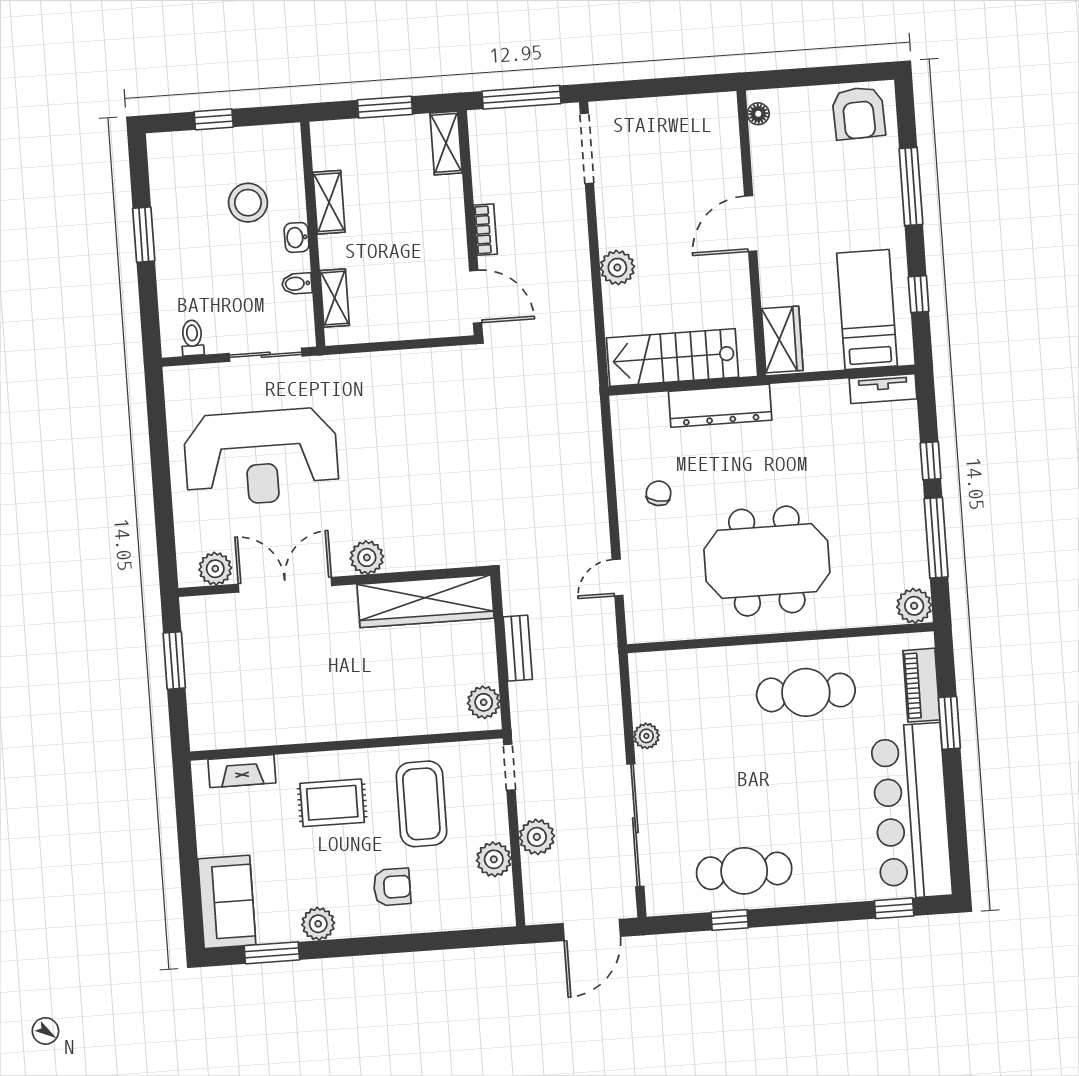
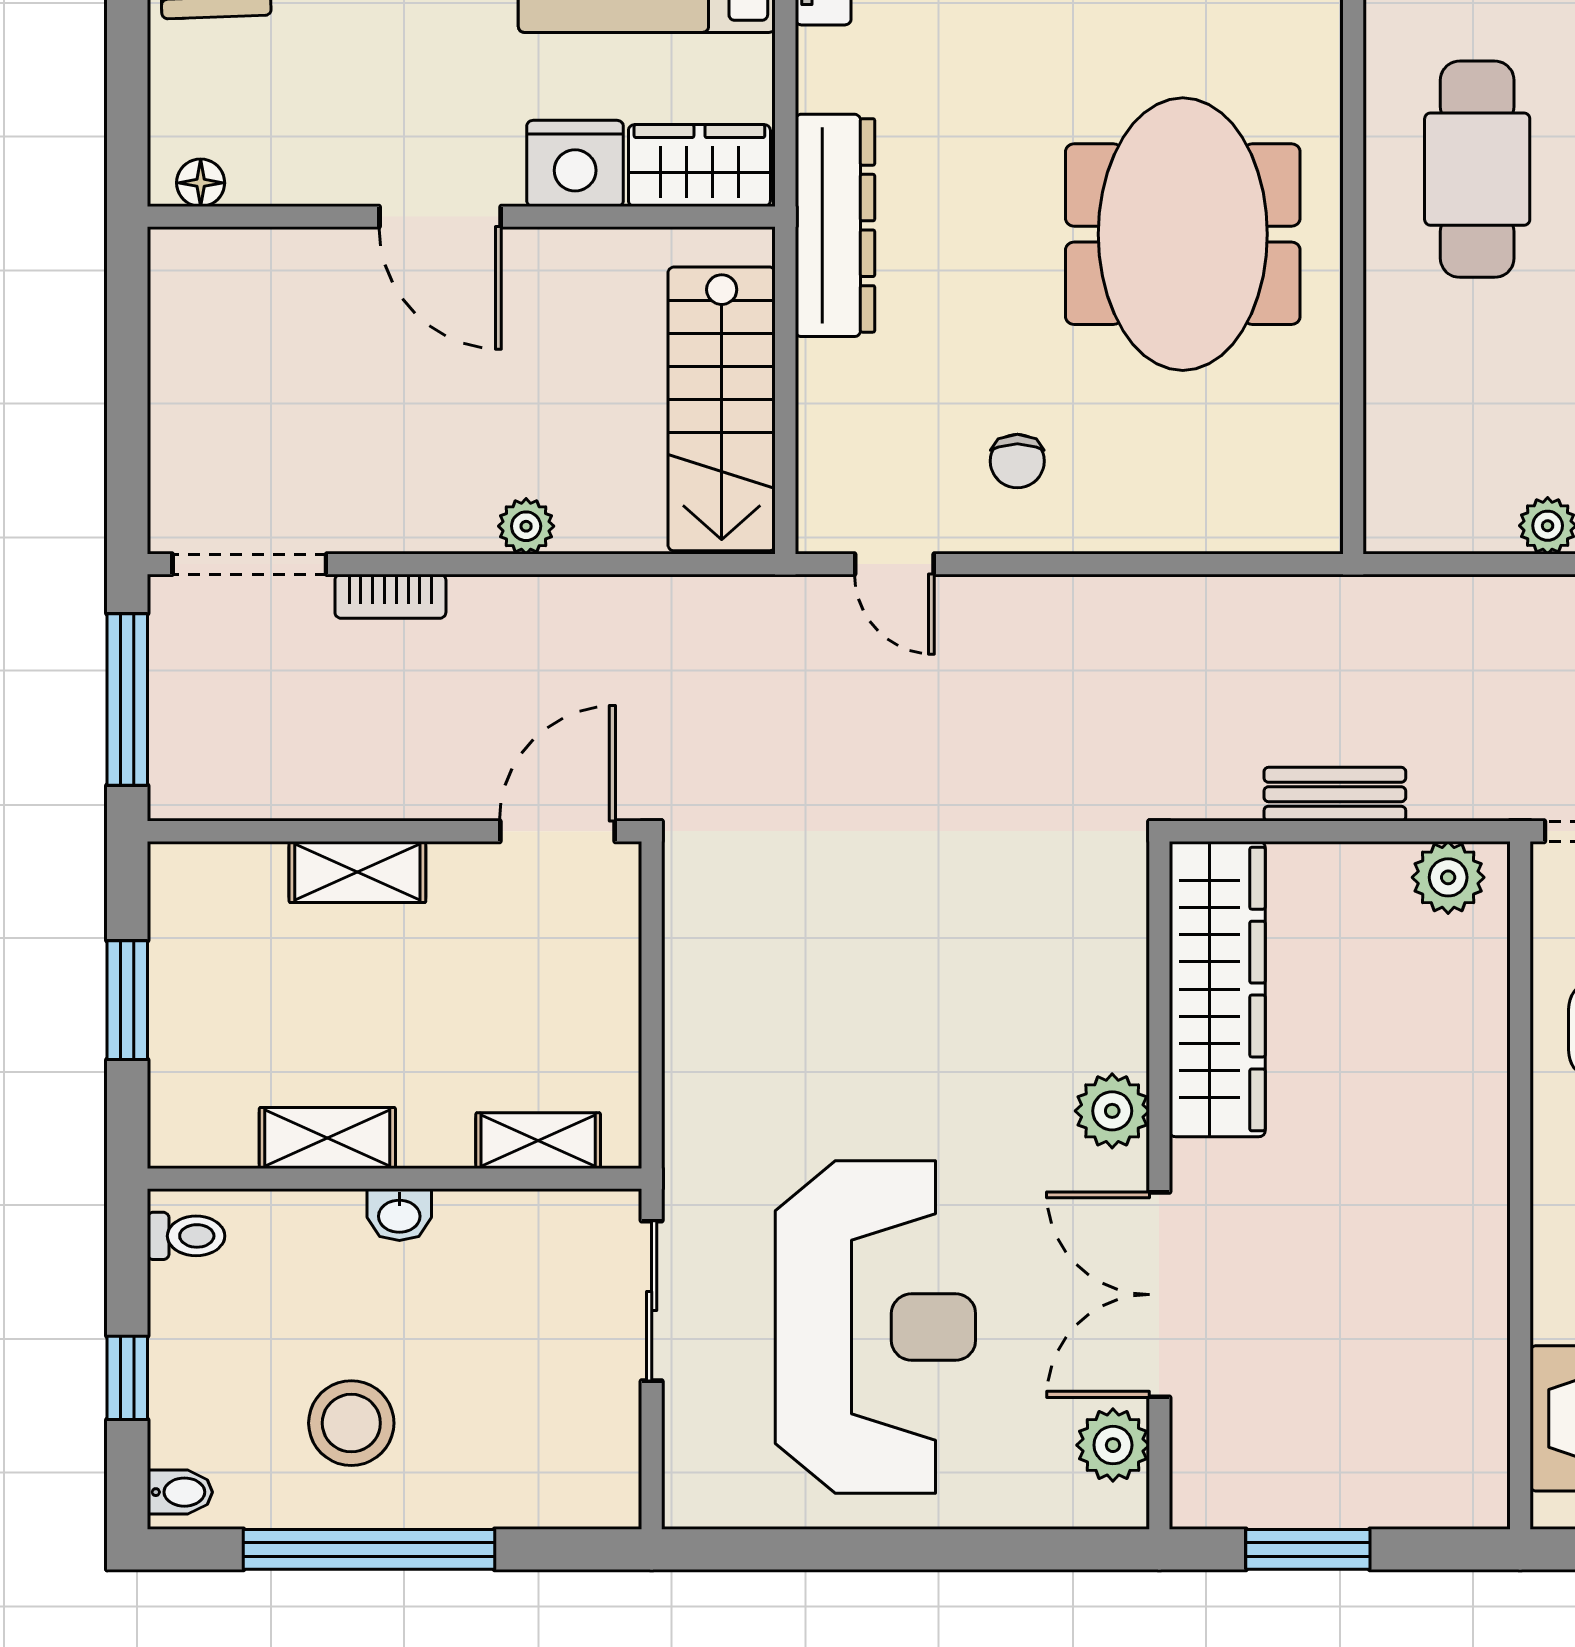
shelving: (446, 143) -> (357, 872), moved
stool: (248, 203) -> (351, 1423), moved
bookcase: (485, 230) -> (390, 596), moved, turned 180
window: (144, 235) -> (369, 1549), width x2.11
plant: (617, 268) -> (526, 526), width x0.73, depth x0.73
nightstand: (779, 283) -> (575, 163), added
bidet: (297, 284) -> (180, 1492), moved, turned -90
toilet: (192, 338) -> (186, 1236), moved, turned 180
dresser: (720, 406) -> (835, 225), moved
chair: (659, 493) -> (1017, 461), turned -102
door: (618, 577) -> (894, 564), moved

